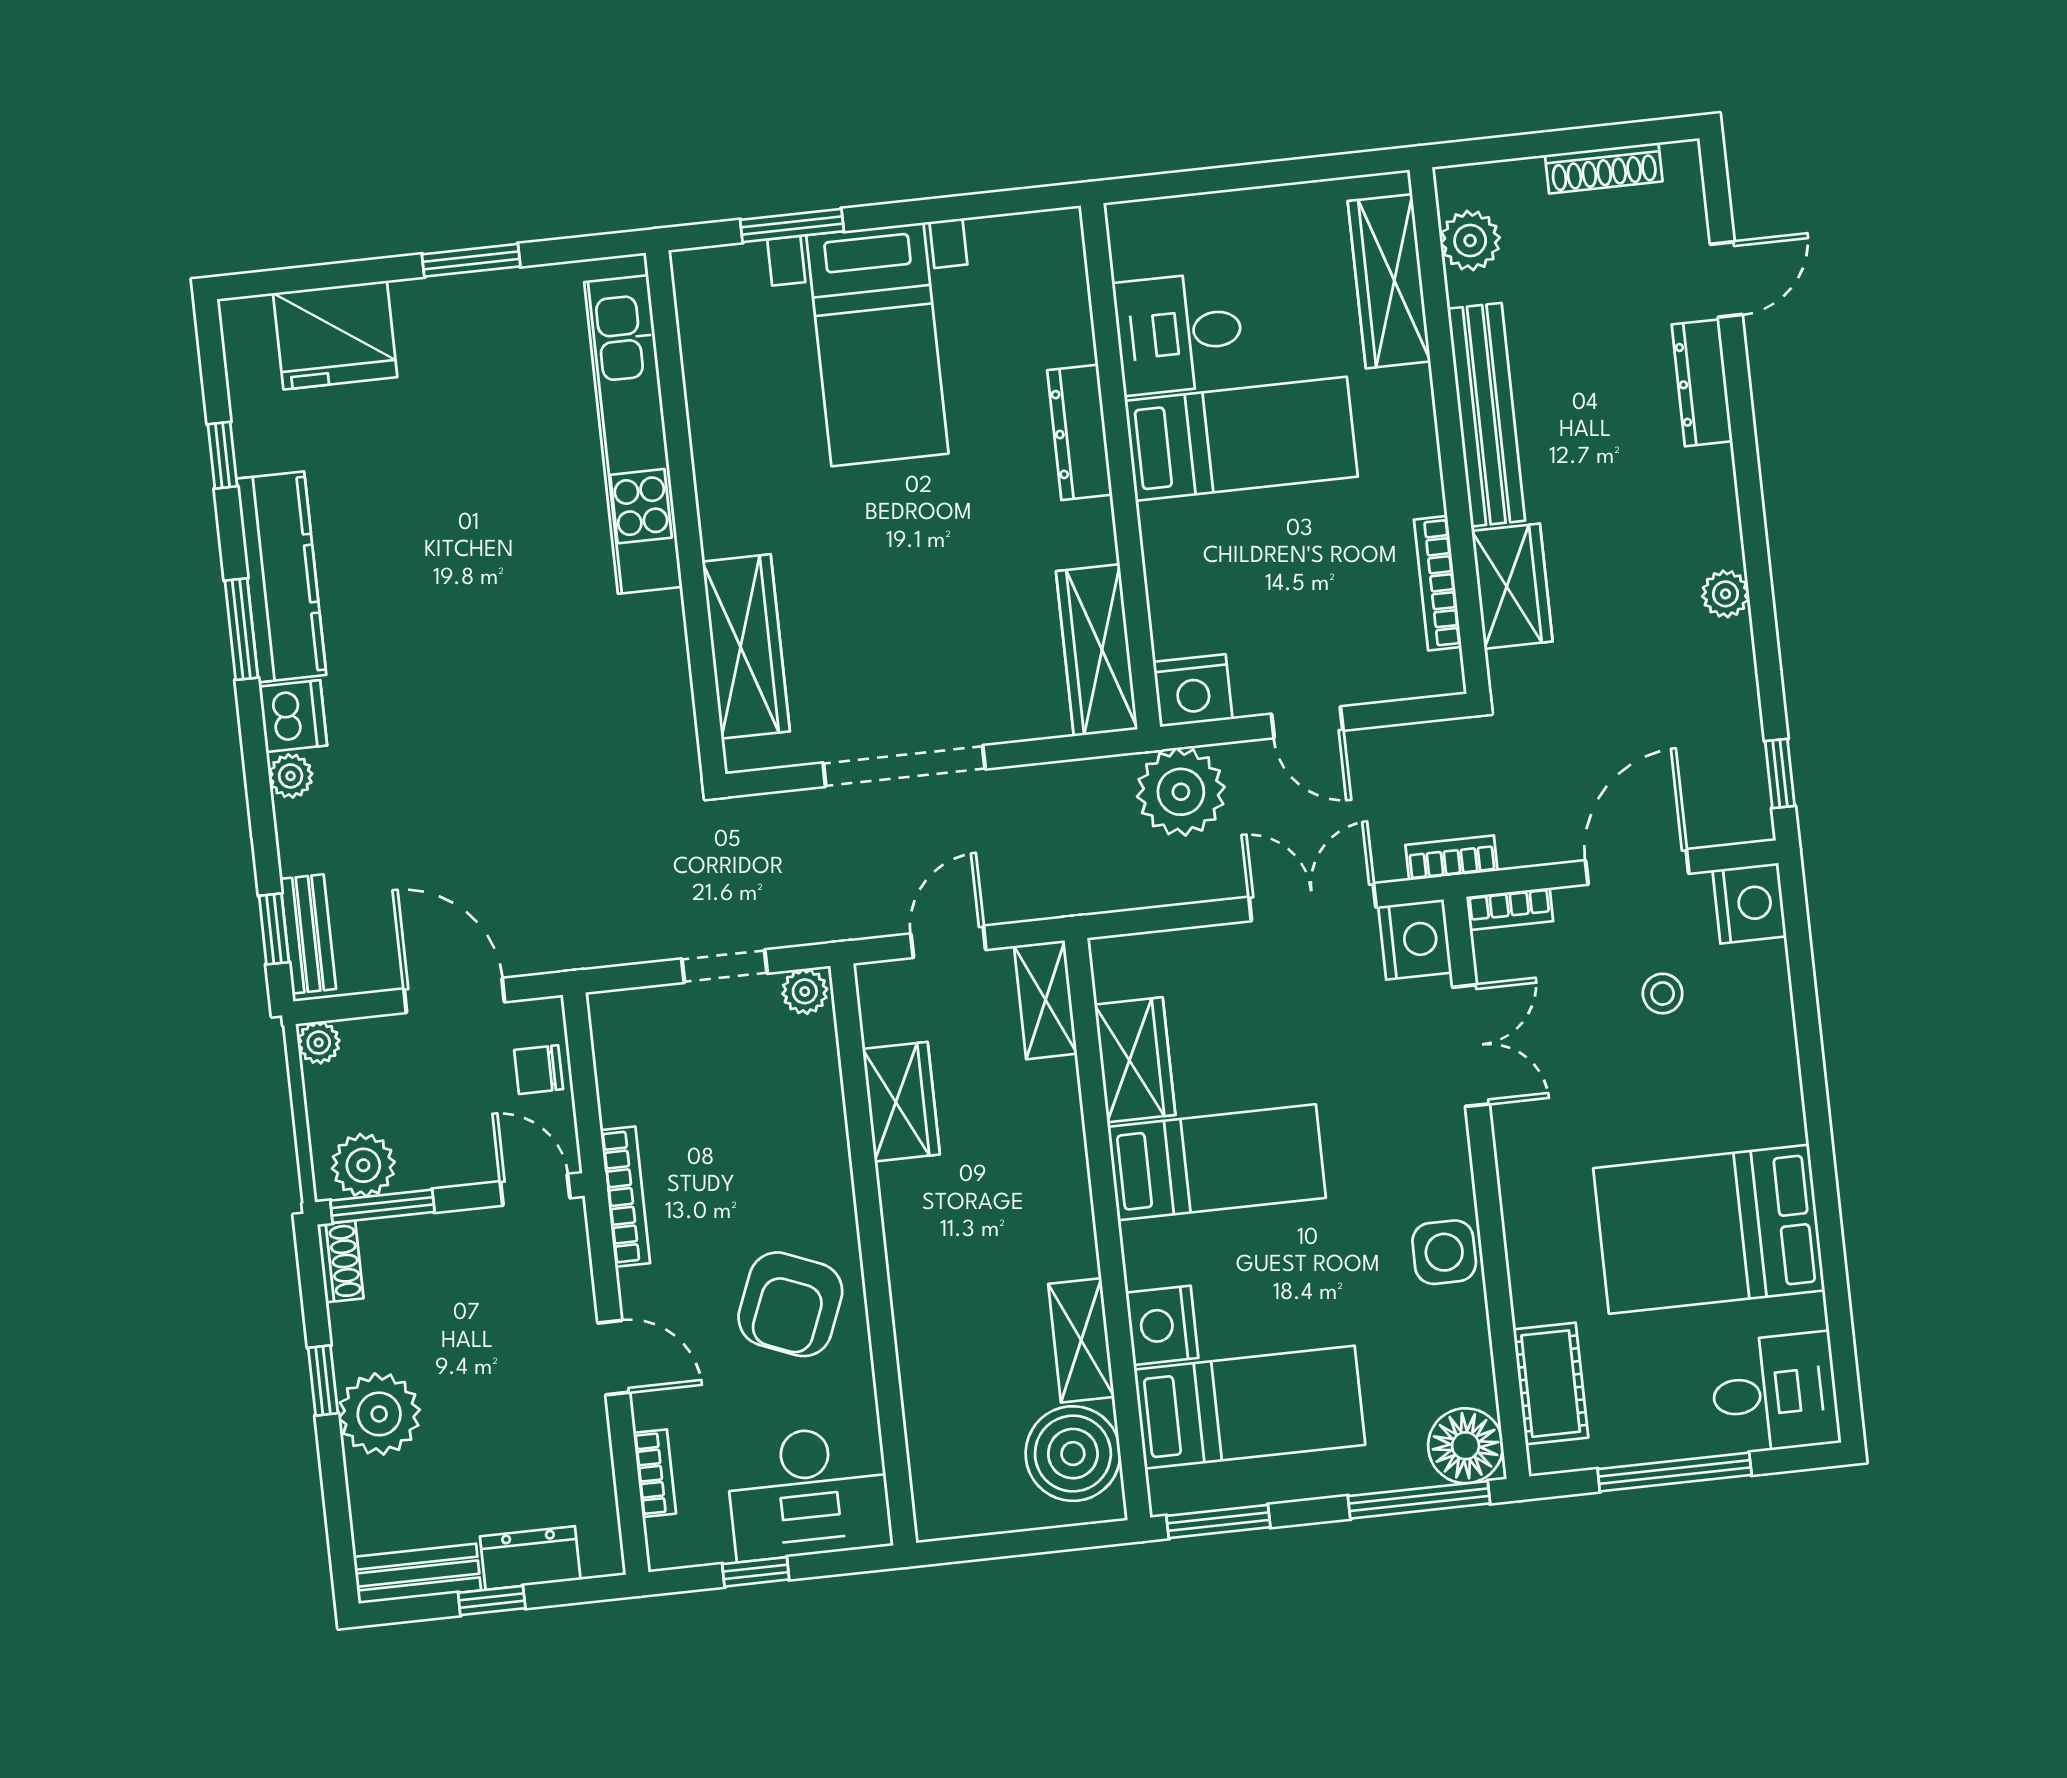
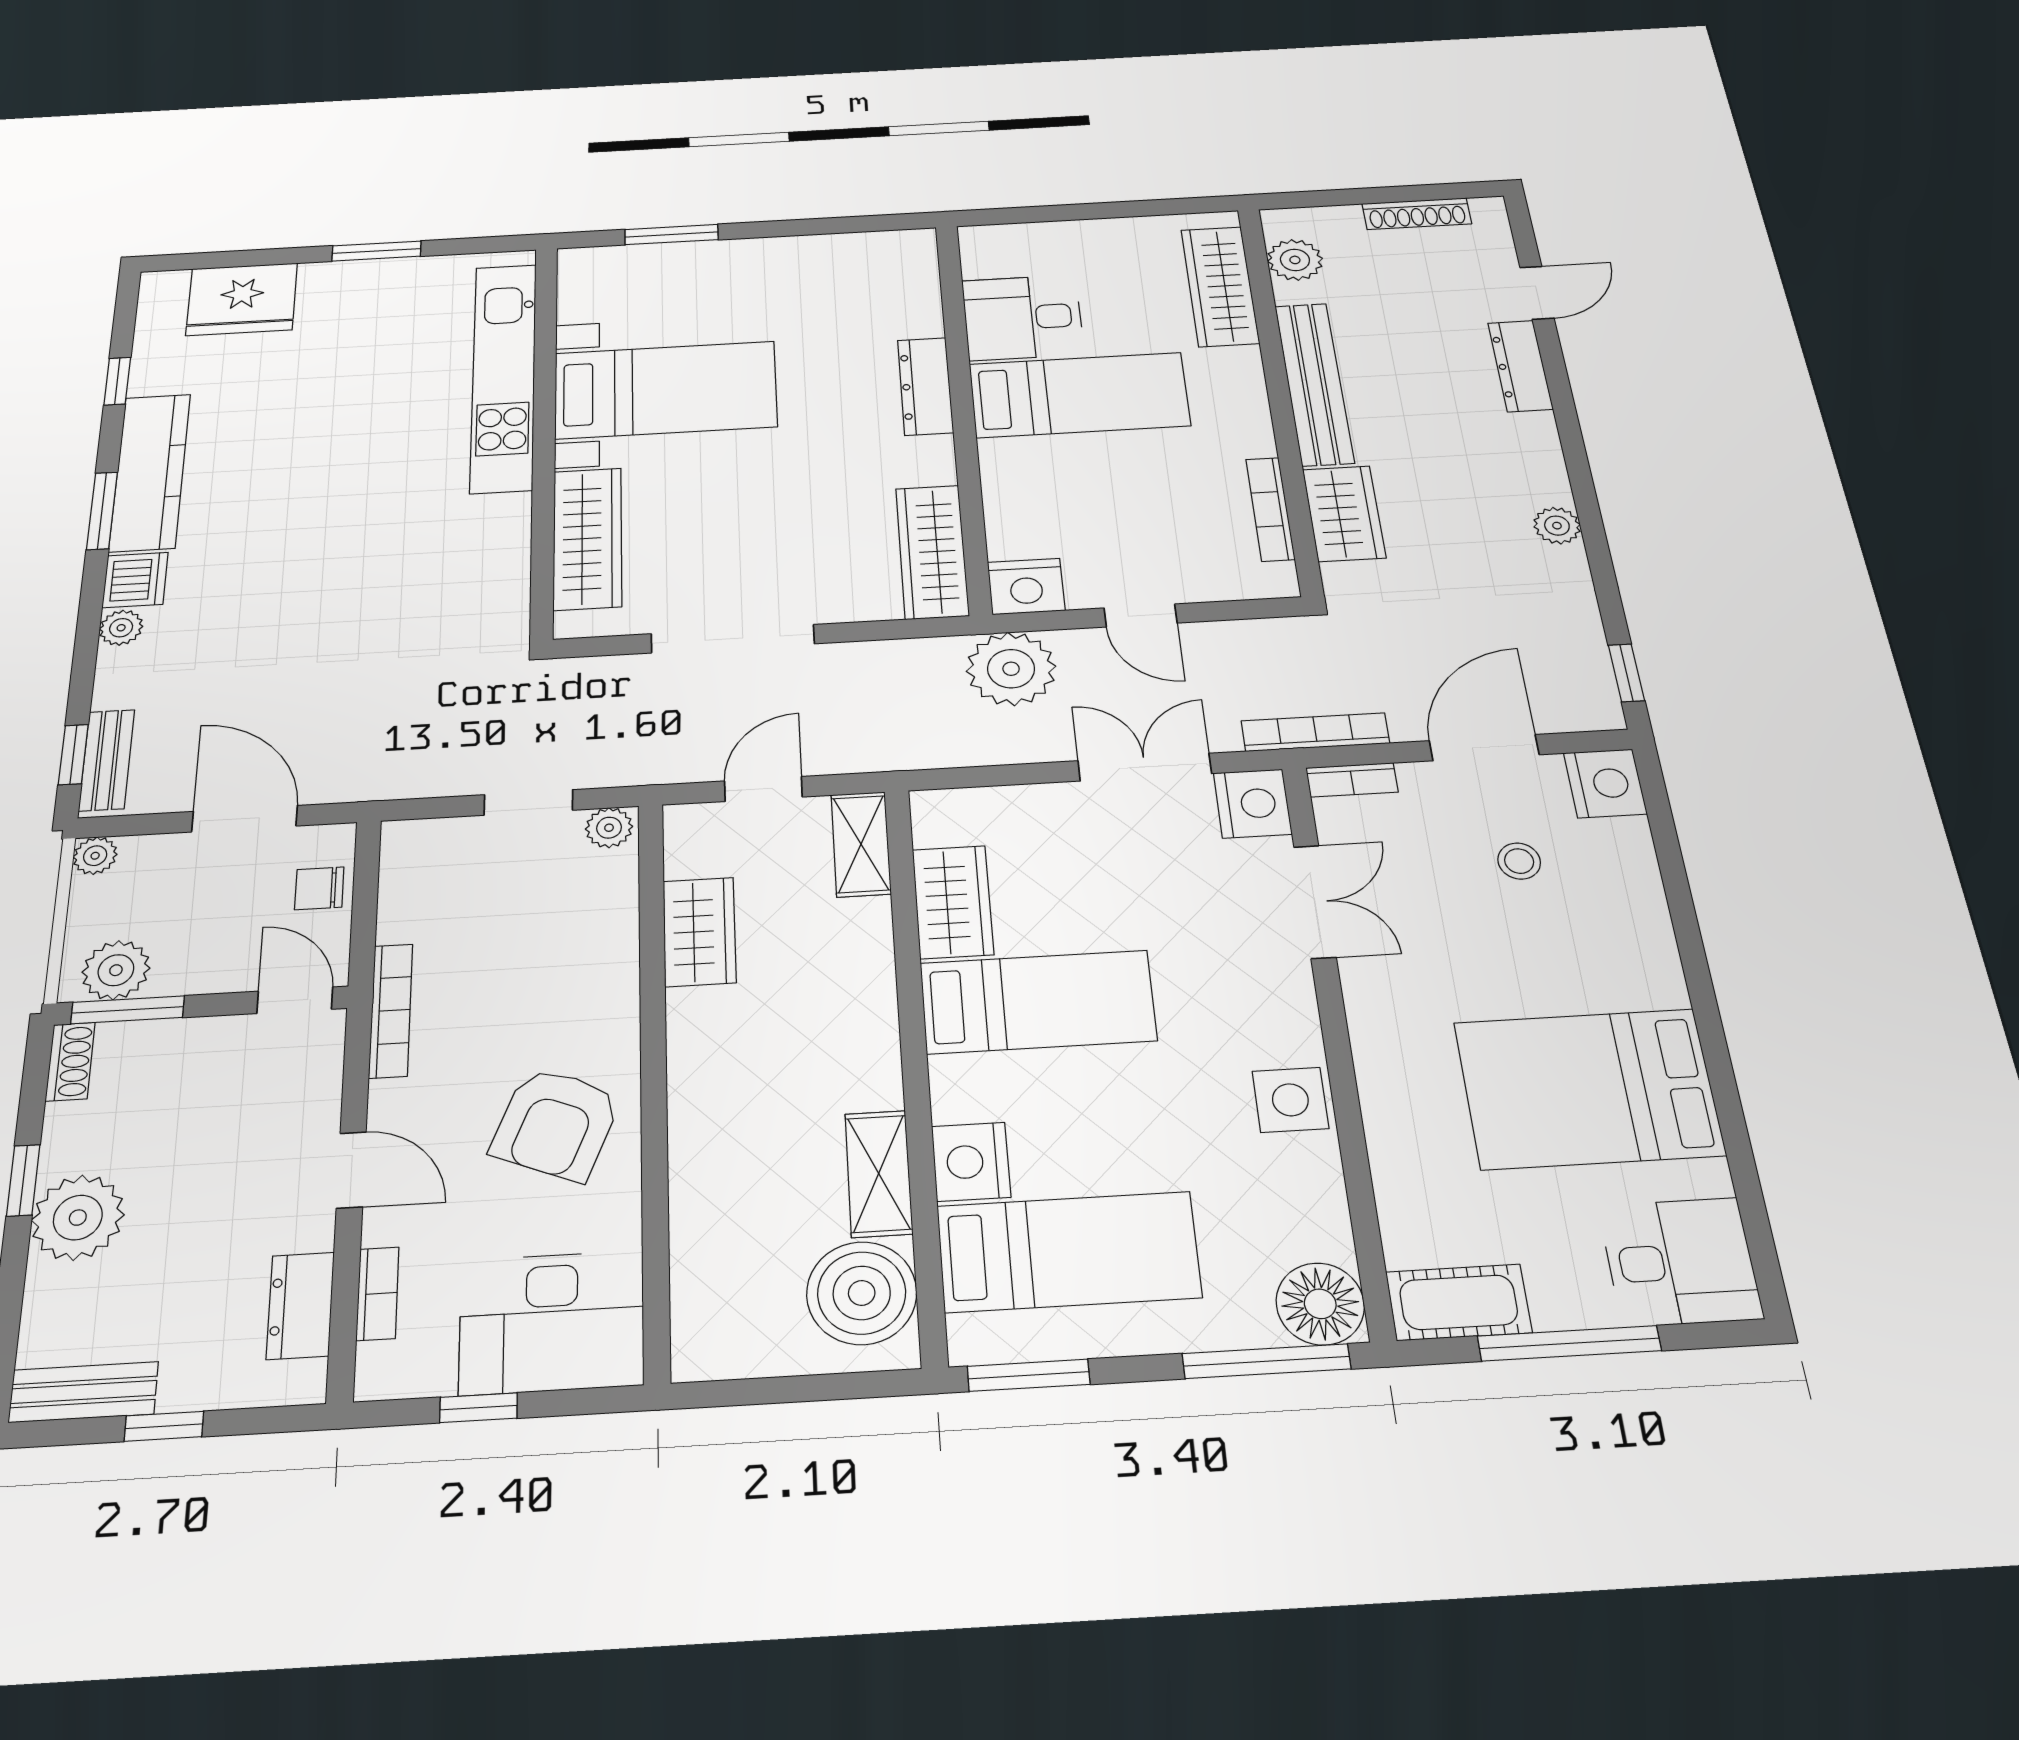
bed with nightstands: (877, 344) -> (665, 390), moved, turned -90
bookcase: (1451, 858) -> (1315, 732), width x1.56
cot: (1551, 1384) -> (1459, 1302), moved, turned 90
dresser: (530, 1558) -> (300, 1306), moved, turned -90

